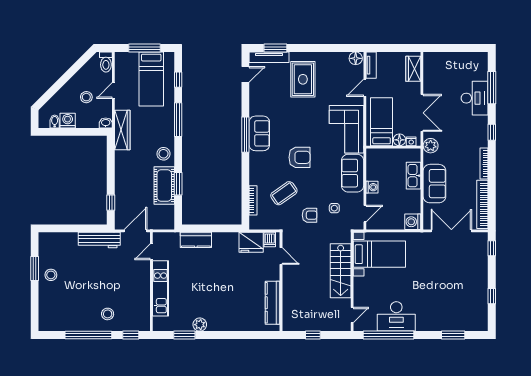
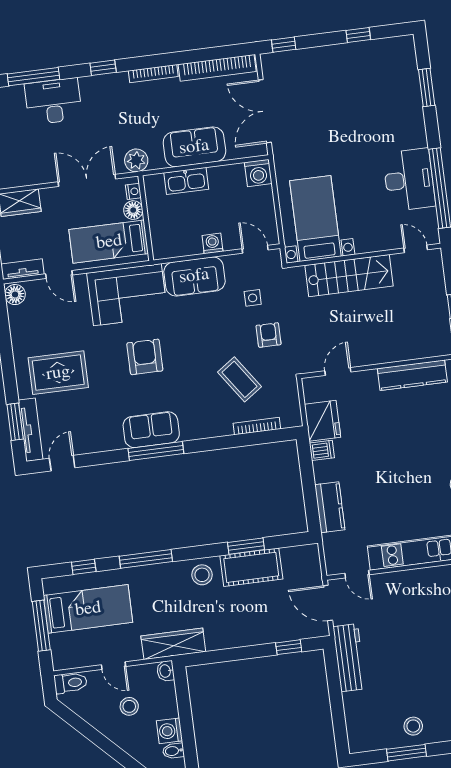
door: (245, 74) -> (62, 463), hinge flipped
armchair: (300, 157) -> (145, 357), moved
dishwasher: (270, 240) -> (322, 450), moved

